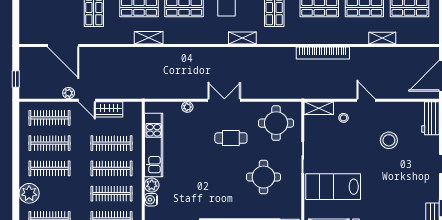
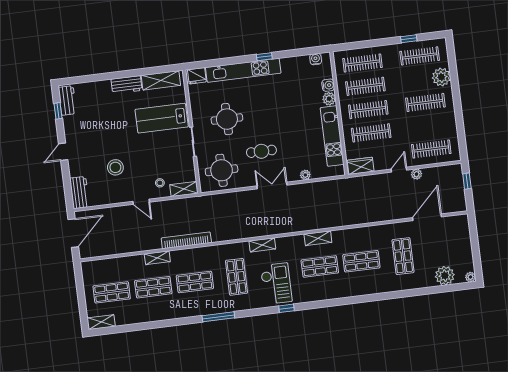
shelving: (149, 38) -> (318, 238), moved
shelving: (382, 38) -> (157, 258), moved
door: (63, 46) -> (427, 217), hinge flipped
door: (87, 100) -> (399, 170), hinge flipped
double door: (224, 100) -> (272, 185), swing flipped
wardrobe: (109, 109) -> (361, 166), moved
clothes rail: (50, 143) -> (428, 126), removed
lab bench: (333, 187) -> (162, 118), turned 180

